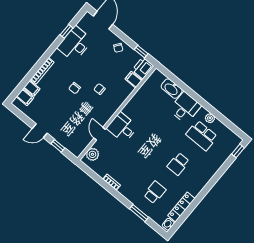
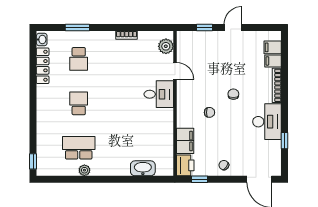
desk: (75, 44) -> (267, 122), moved
filing cabinet: (134, 80) -> (185, 141), width x2.00
desk: (185, 108) -> (116, 161), removed

